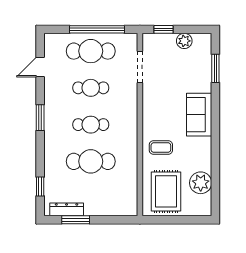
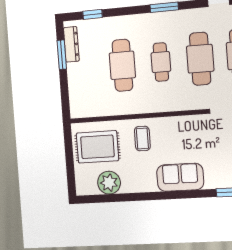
cafe table: (91, 88) -> (200, 59), width x1.37, depth x1.35

